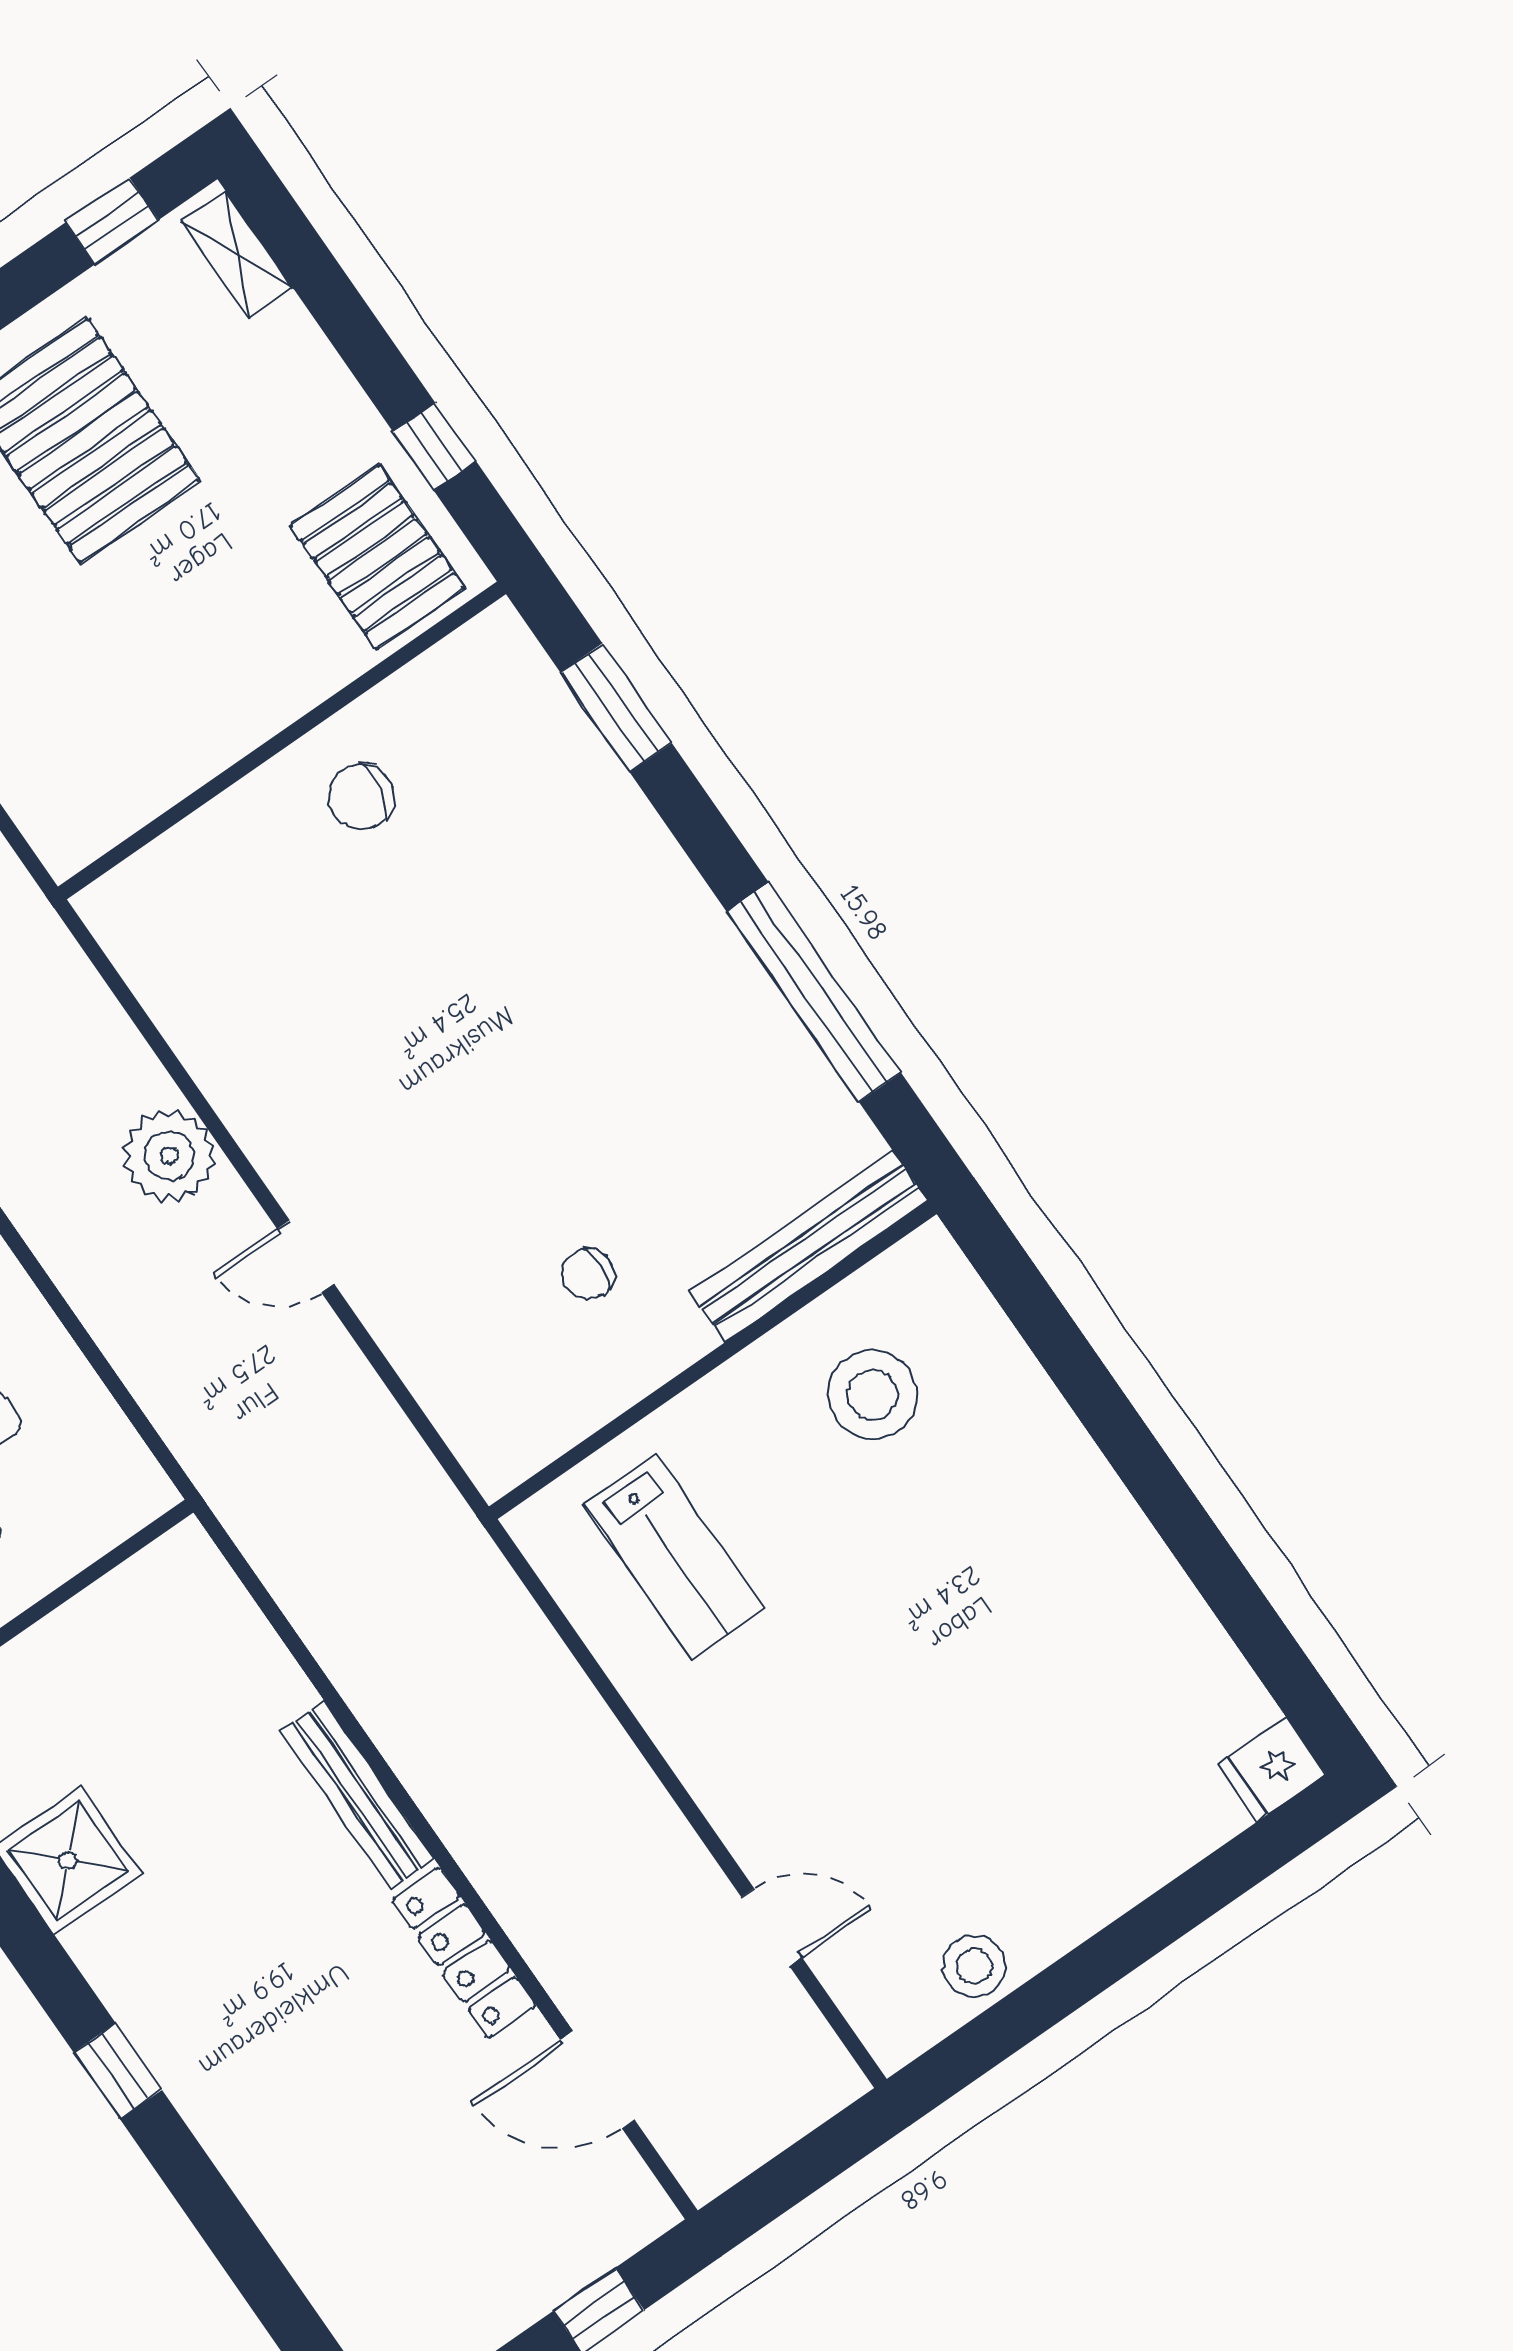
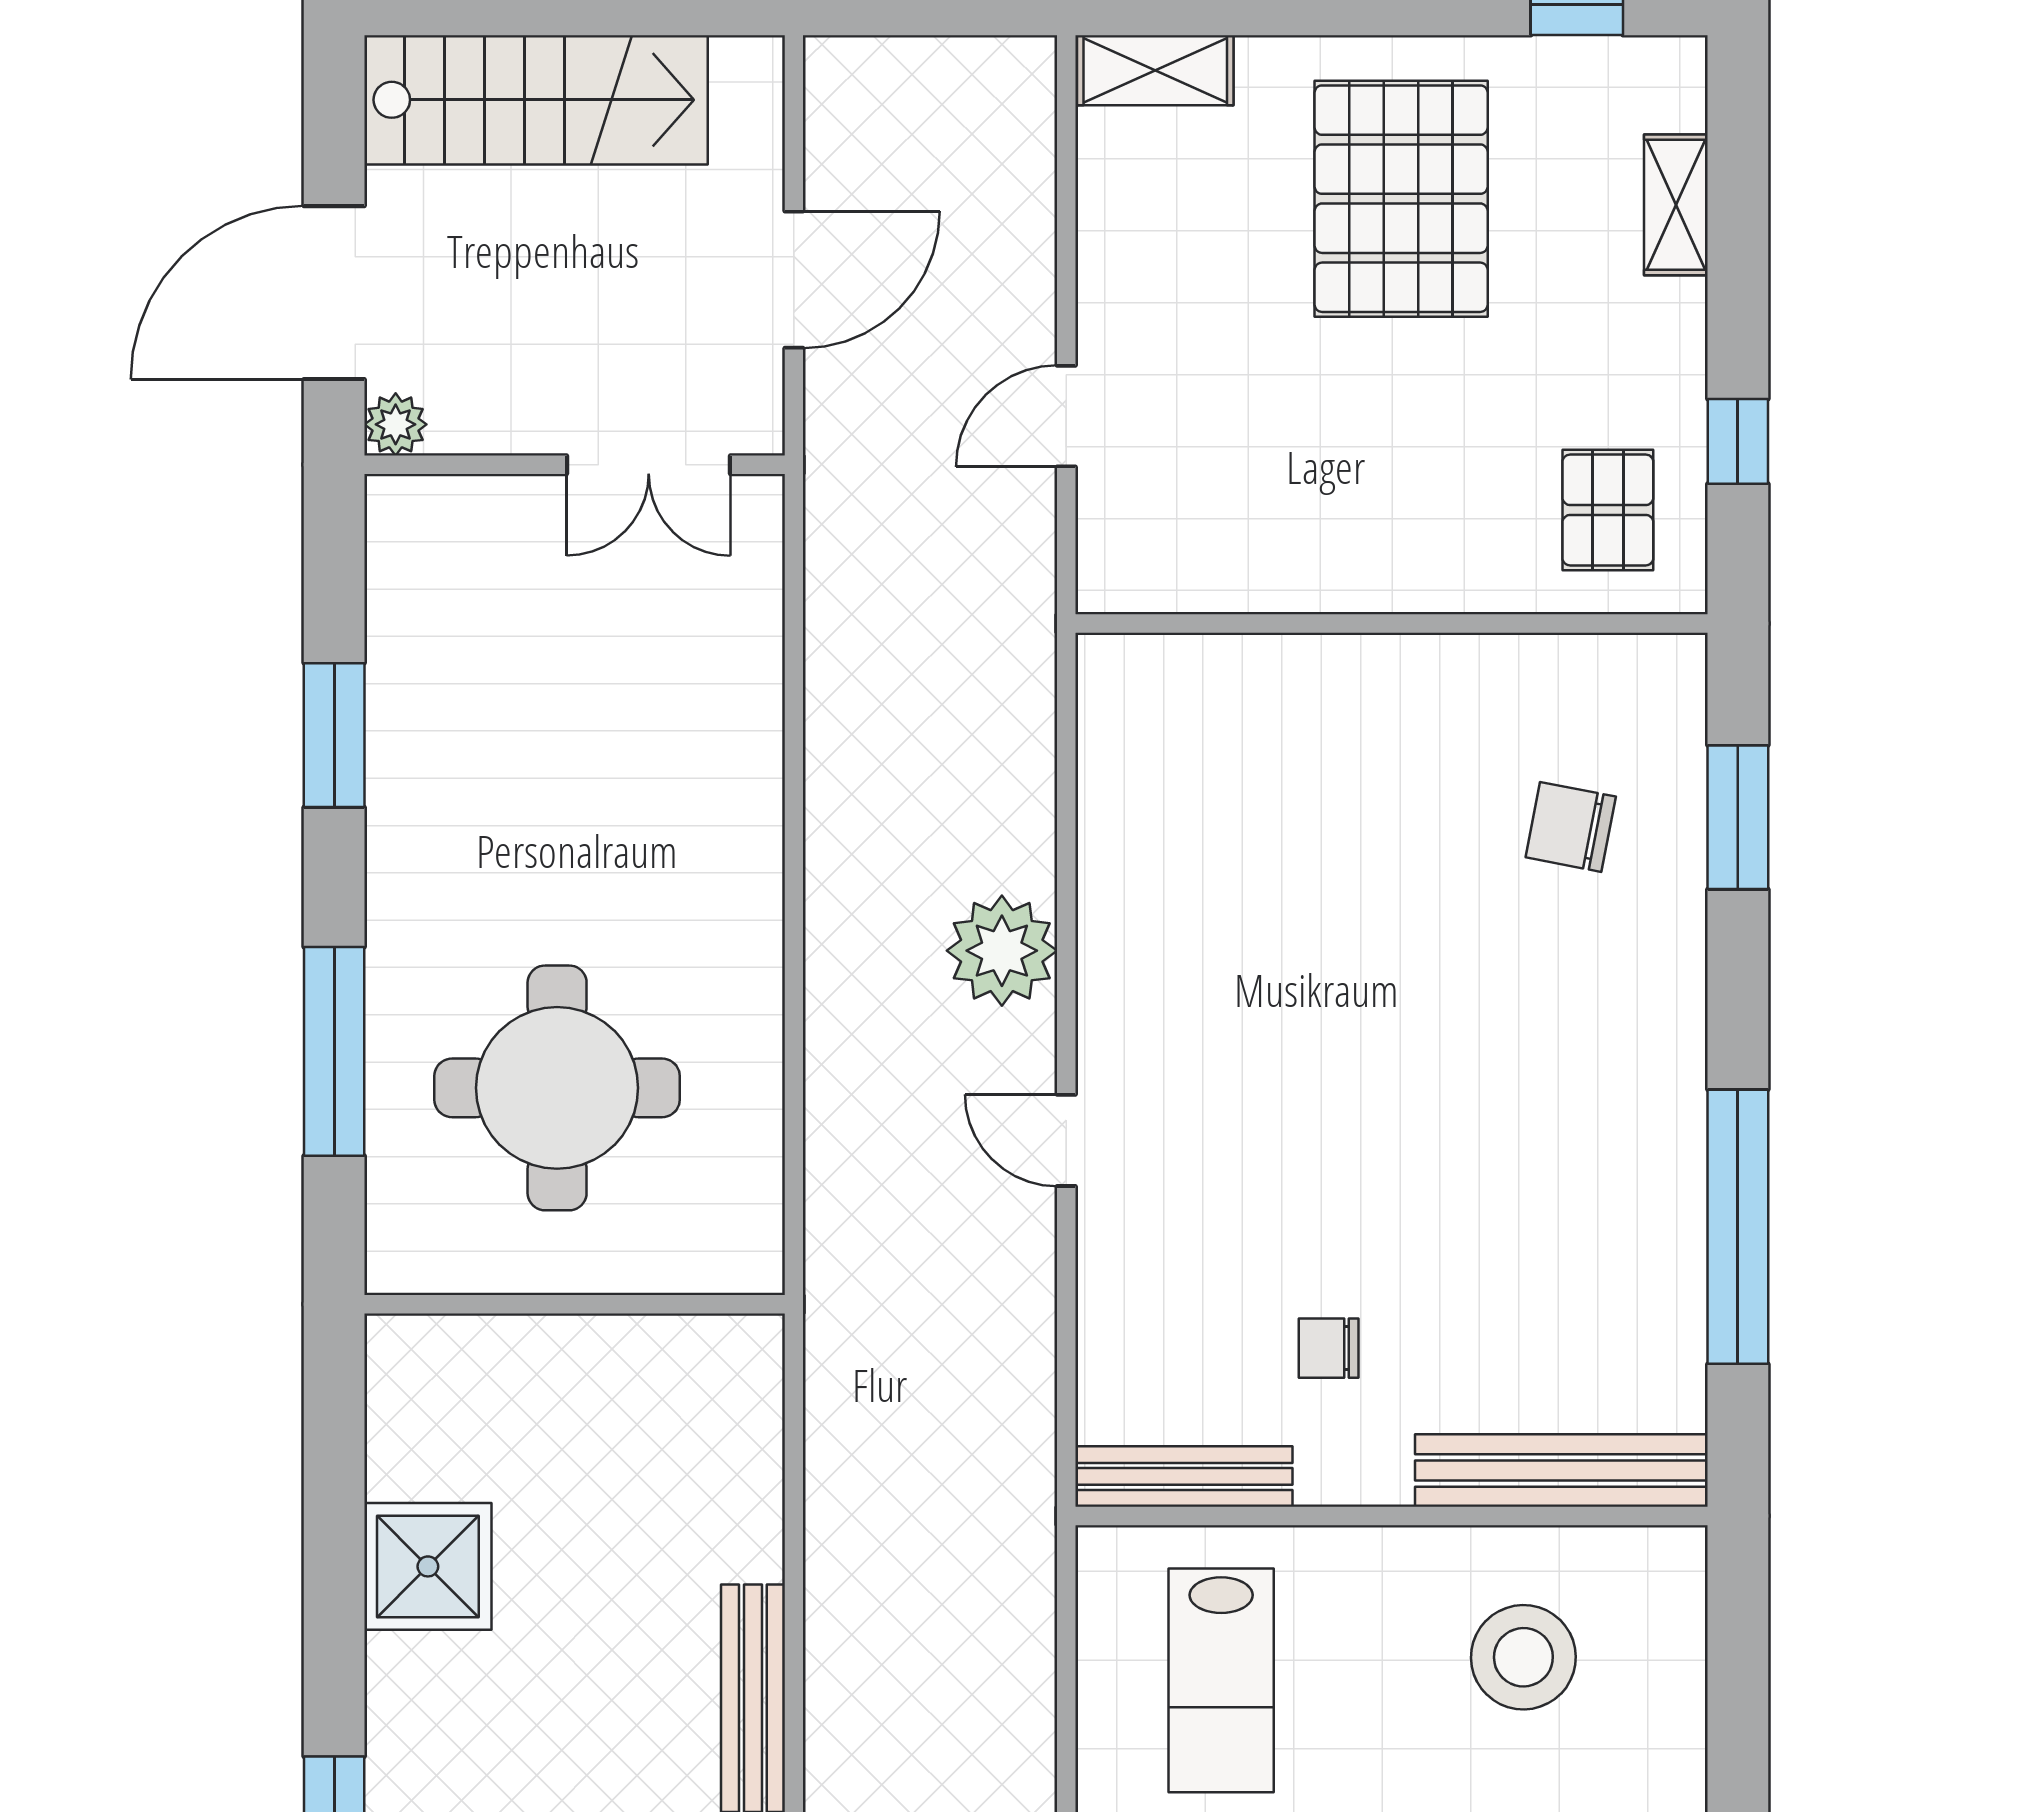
shelving: (237, 254) -> (1676, 205), moved
pallet: (378, 557) -> (1608, 510), width x0.67, depth x0.71
chair: (361, 797) -> (1571, 827), moved
bench: (550, 1433) -> (1184, 1476), added

